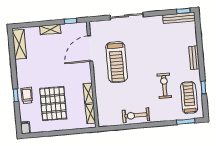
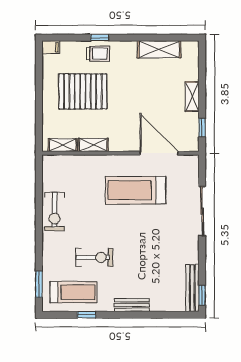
shelving: (19, 44) -> (159, 49), moved
exercise bike: (136, 115) -> (55, 212), turned 180

